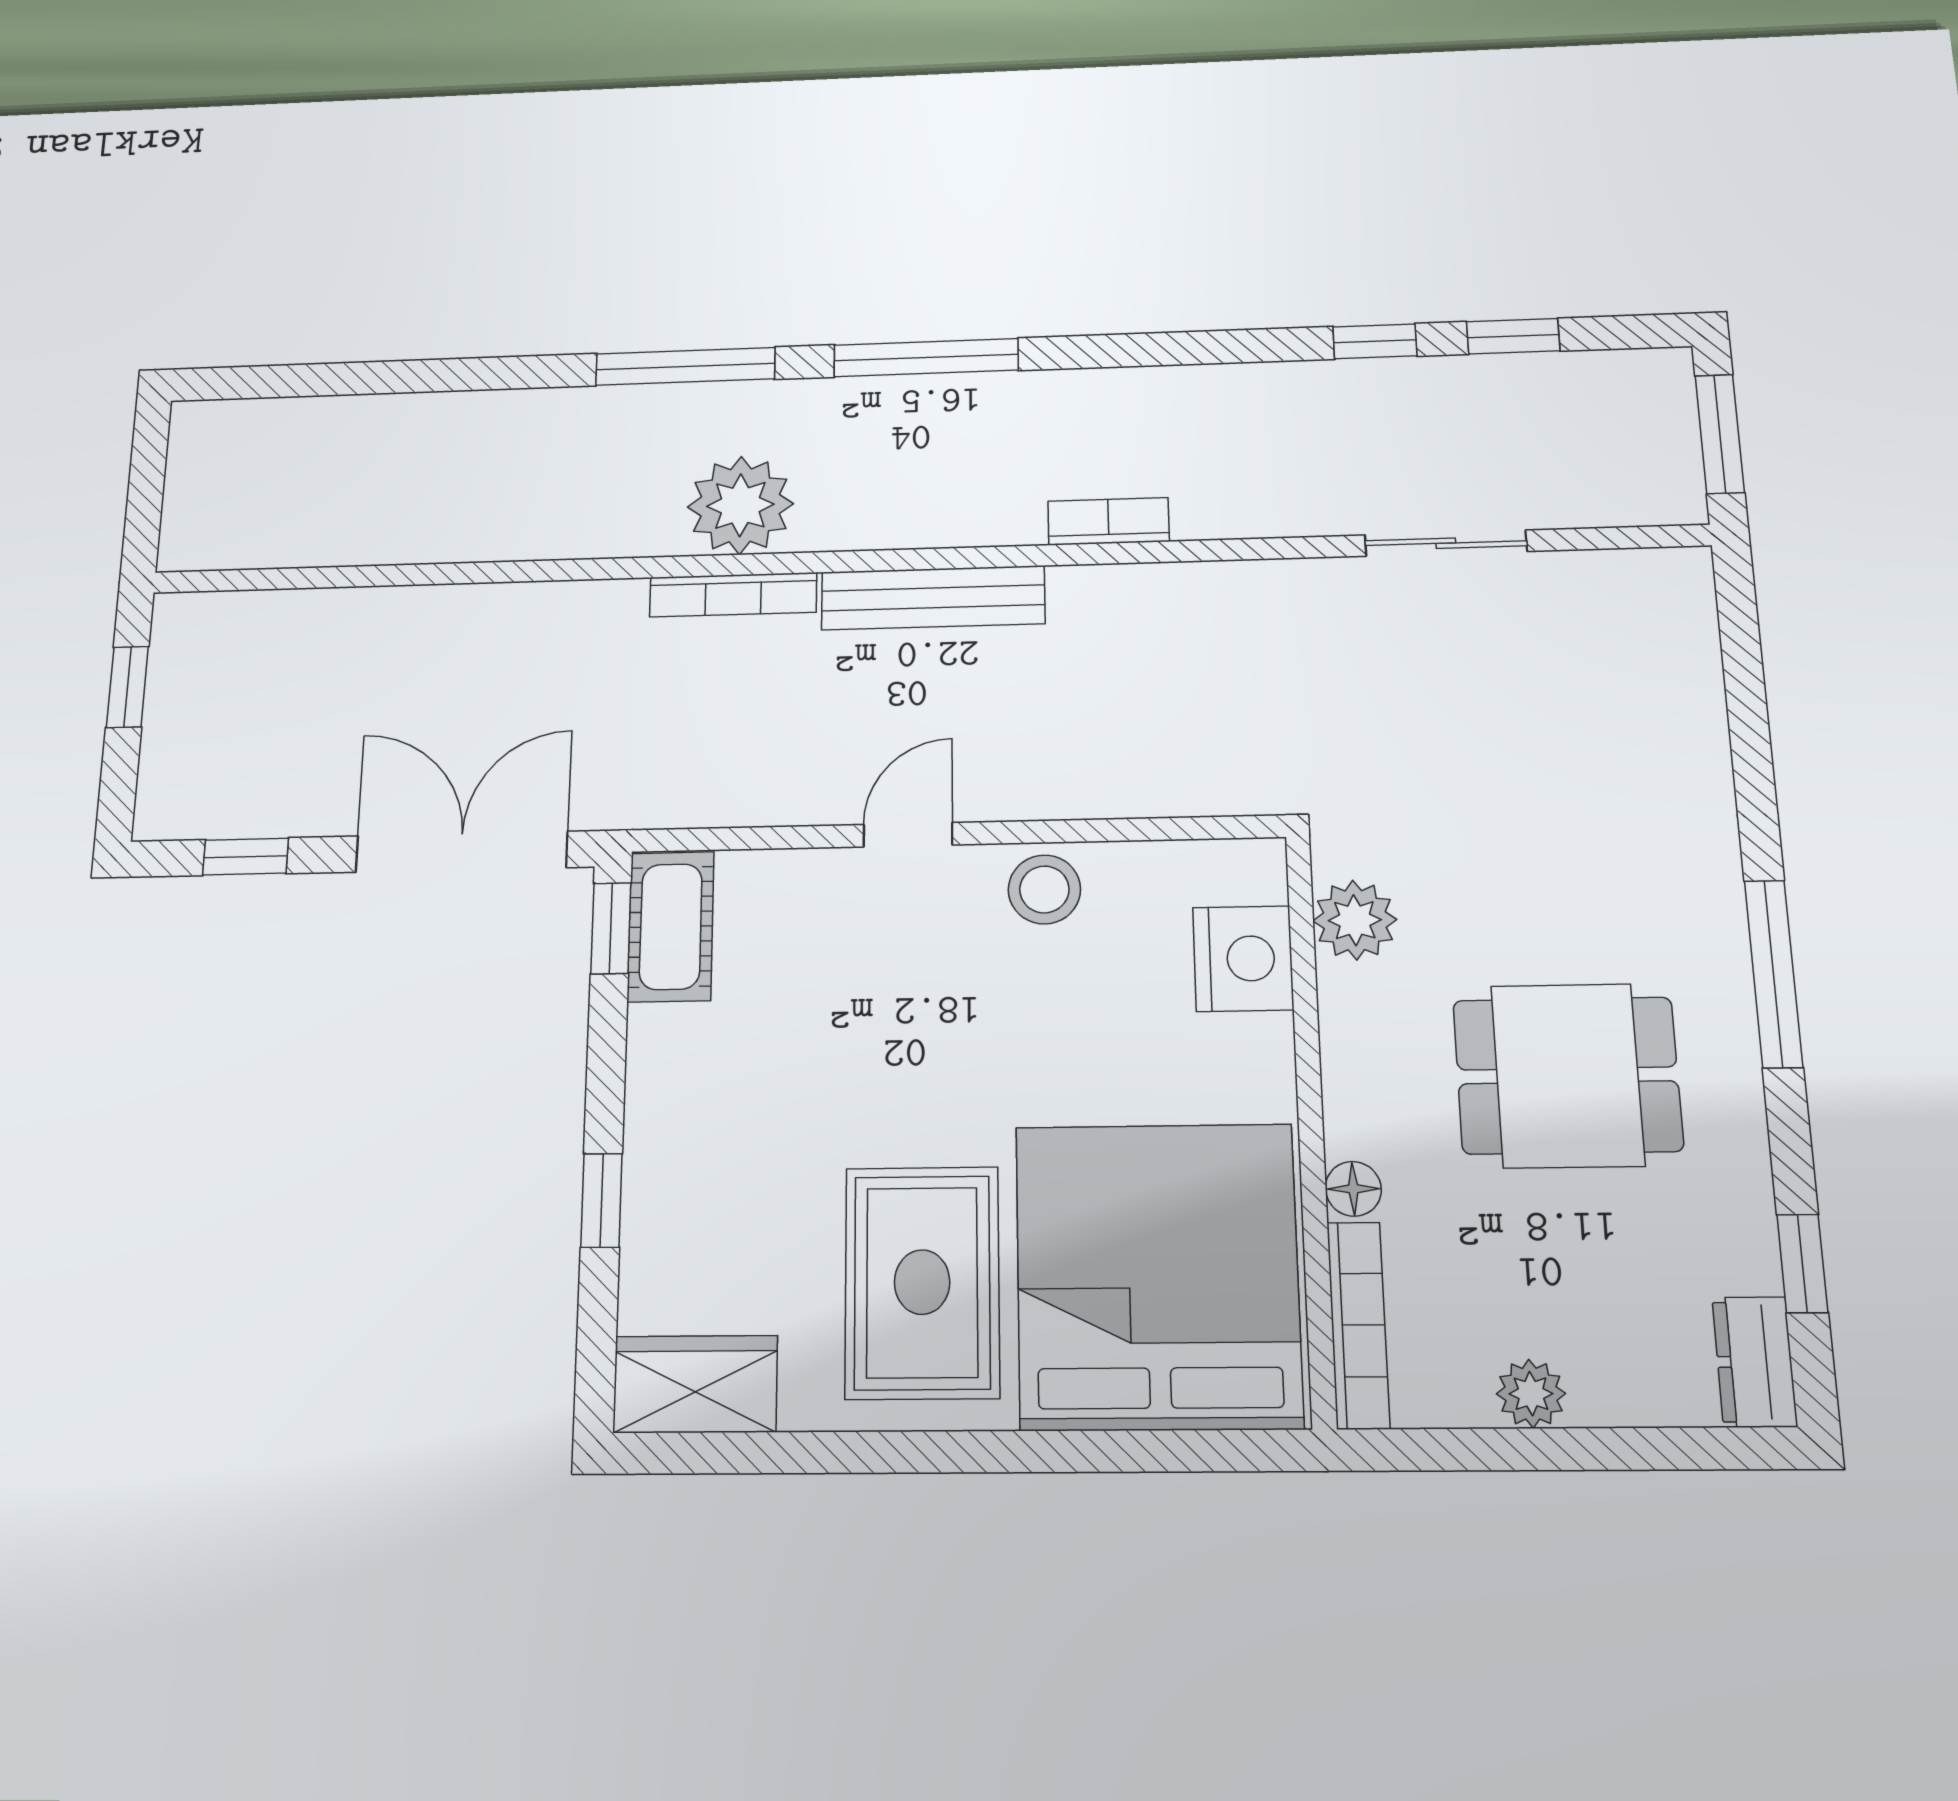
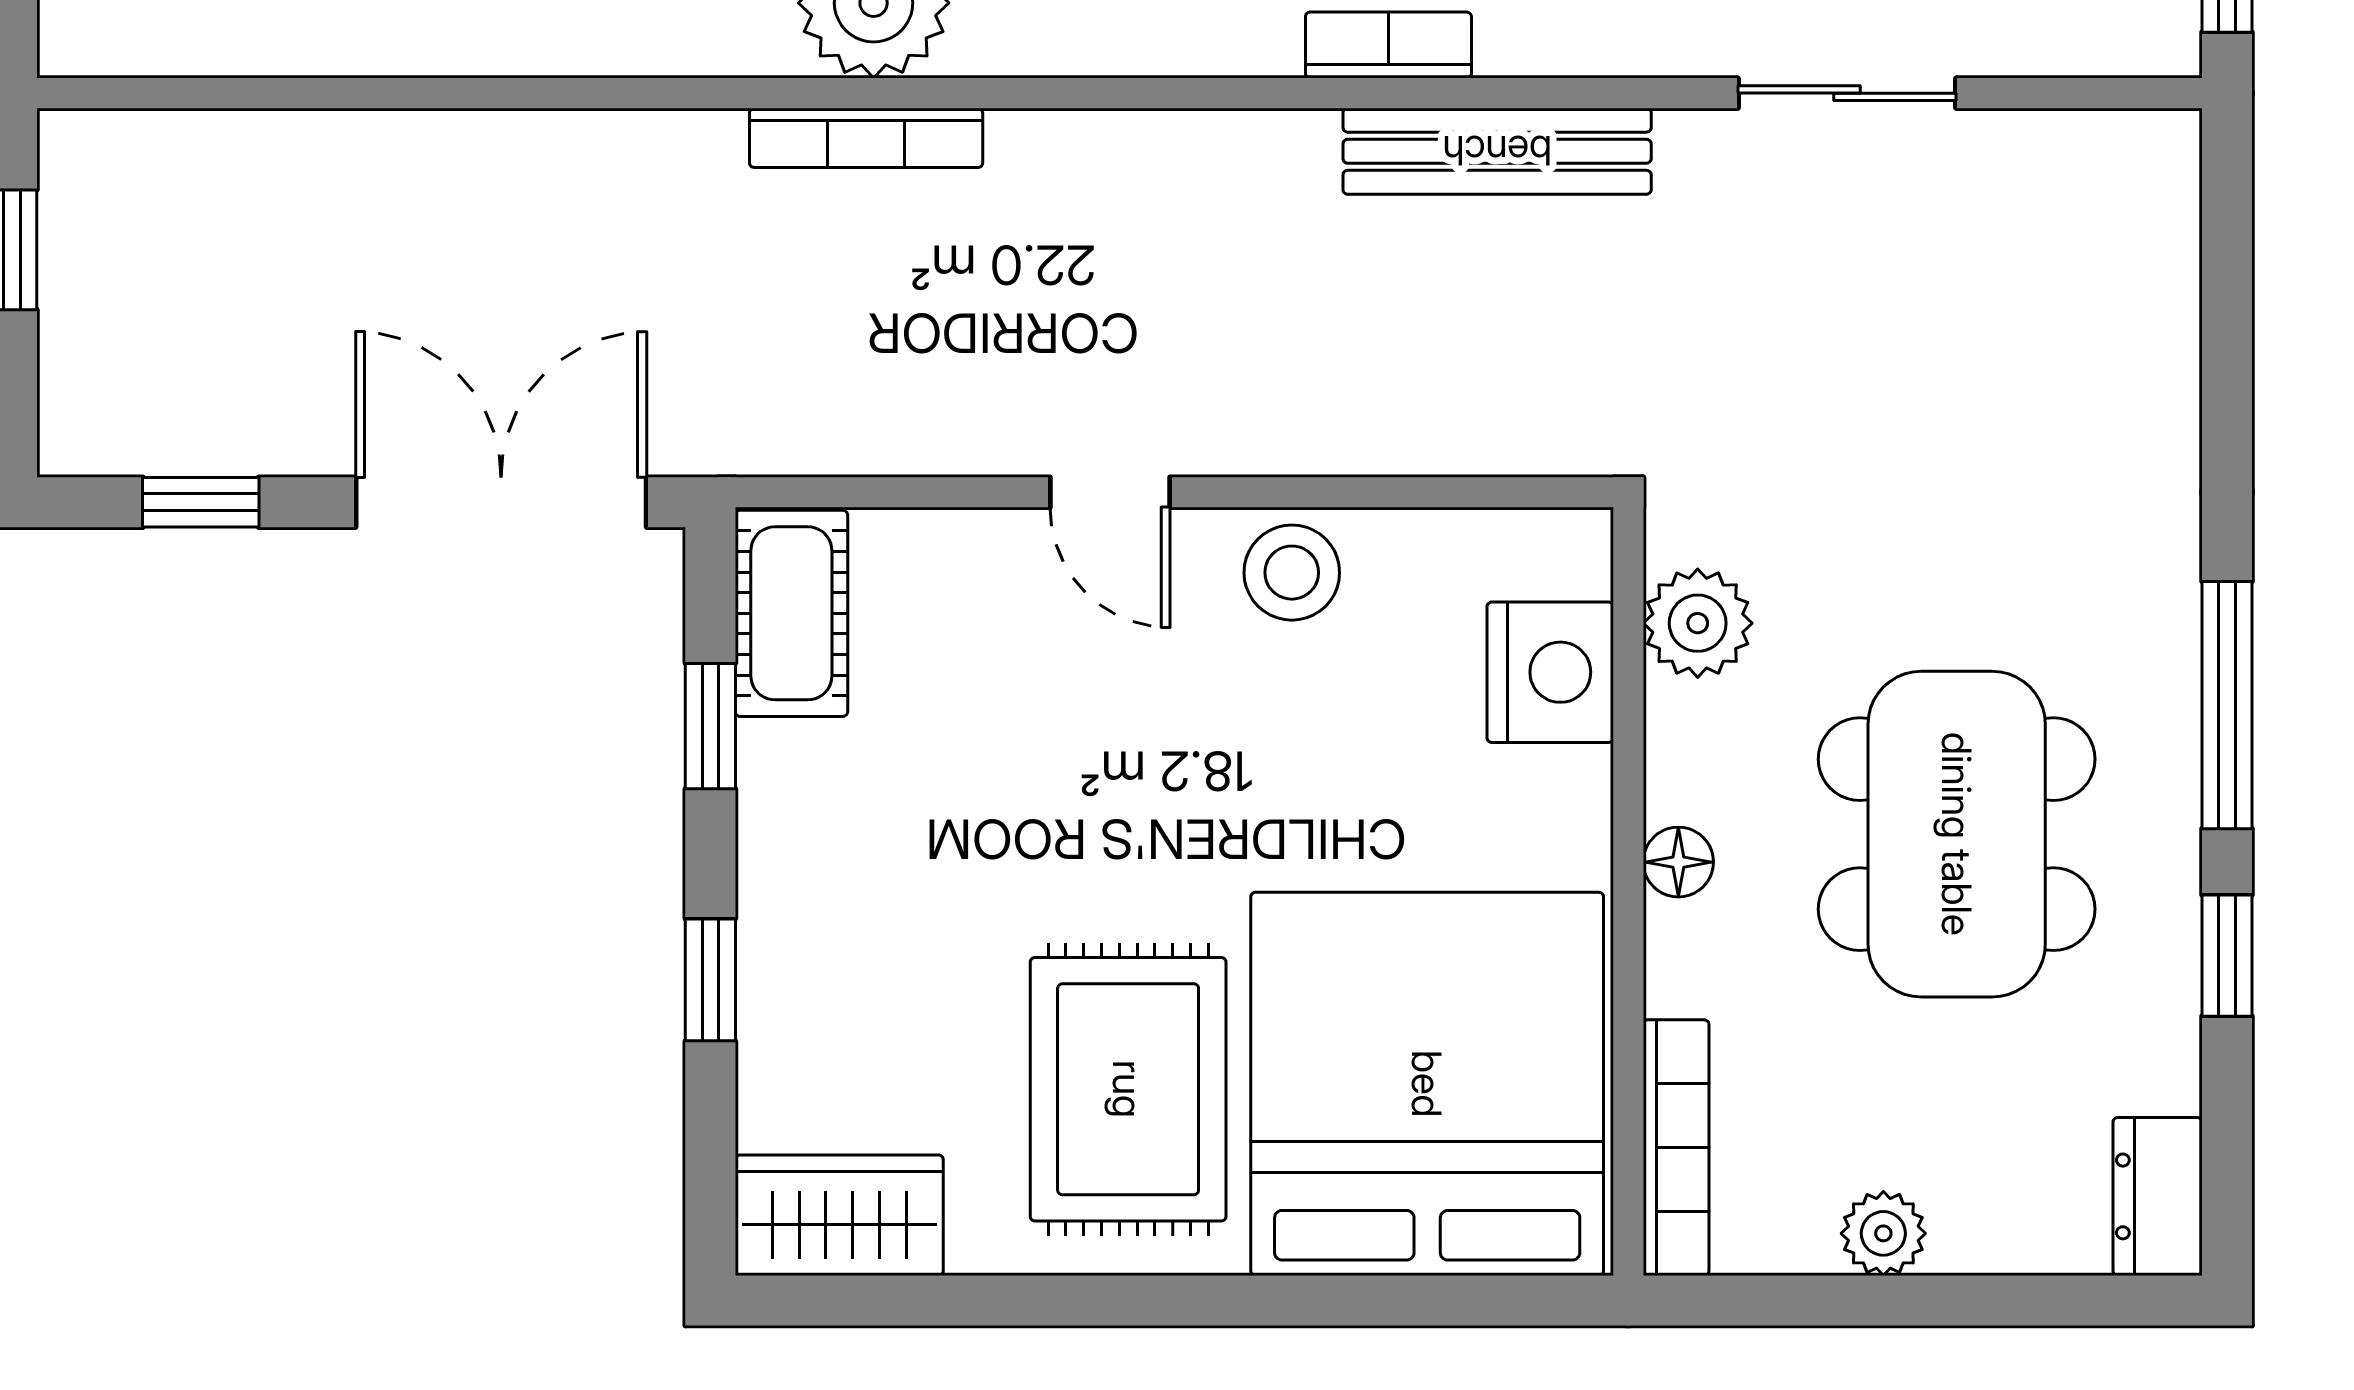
bench: (933, 598) -> (1497, 151), moved
door: (908, 835) -> (1110, 492), swing flipped
window: (611, 928) -> (710, 726), moved
dining table: (1567, 1075) -> (1957, 834), width x1.37
floor lamp: (1353, 1189) -> (1678, 862), moved
window: (1802, 1263) -> (2227, 956), moved

